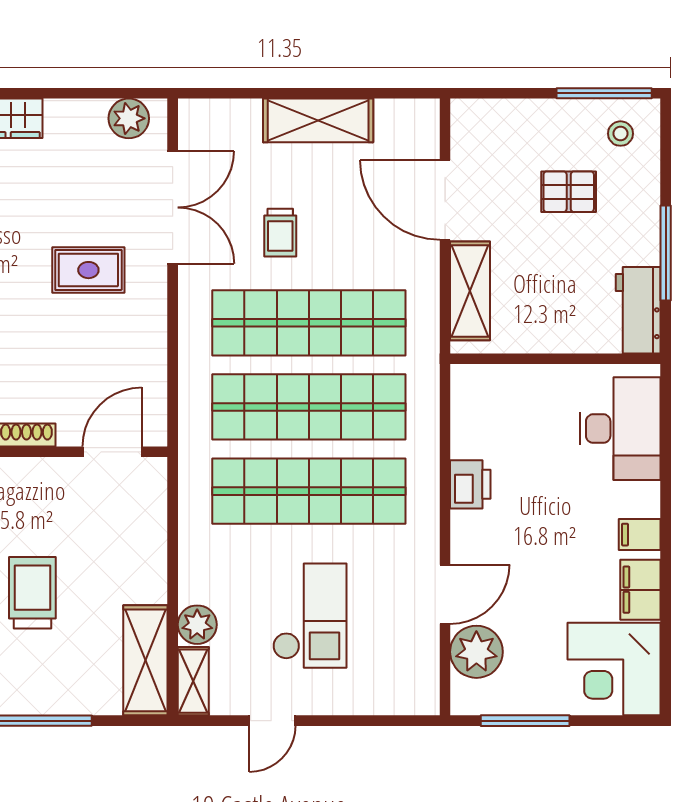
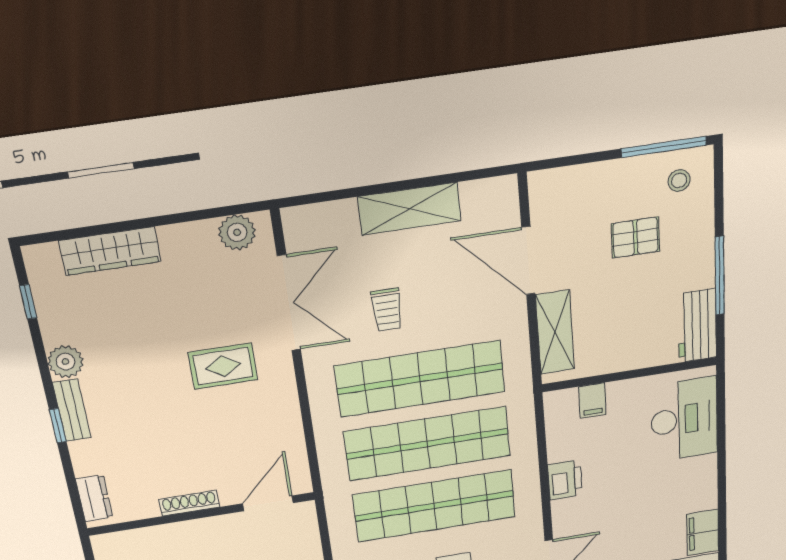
filing cabinet: (640, 535) -> (592, 401), moved, turned -90

